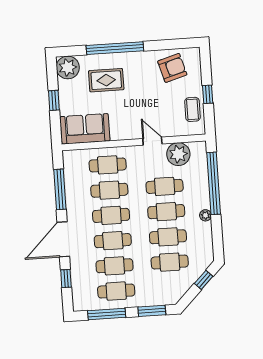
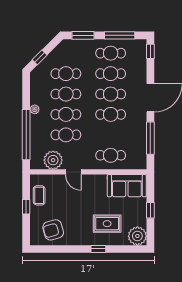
window: (115, 48) -> (98, 249), width x0.32
cafe table: (109, 190) -> (111, 135), removed
window: (66, 279) -> (150, 51), moved

